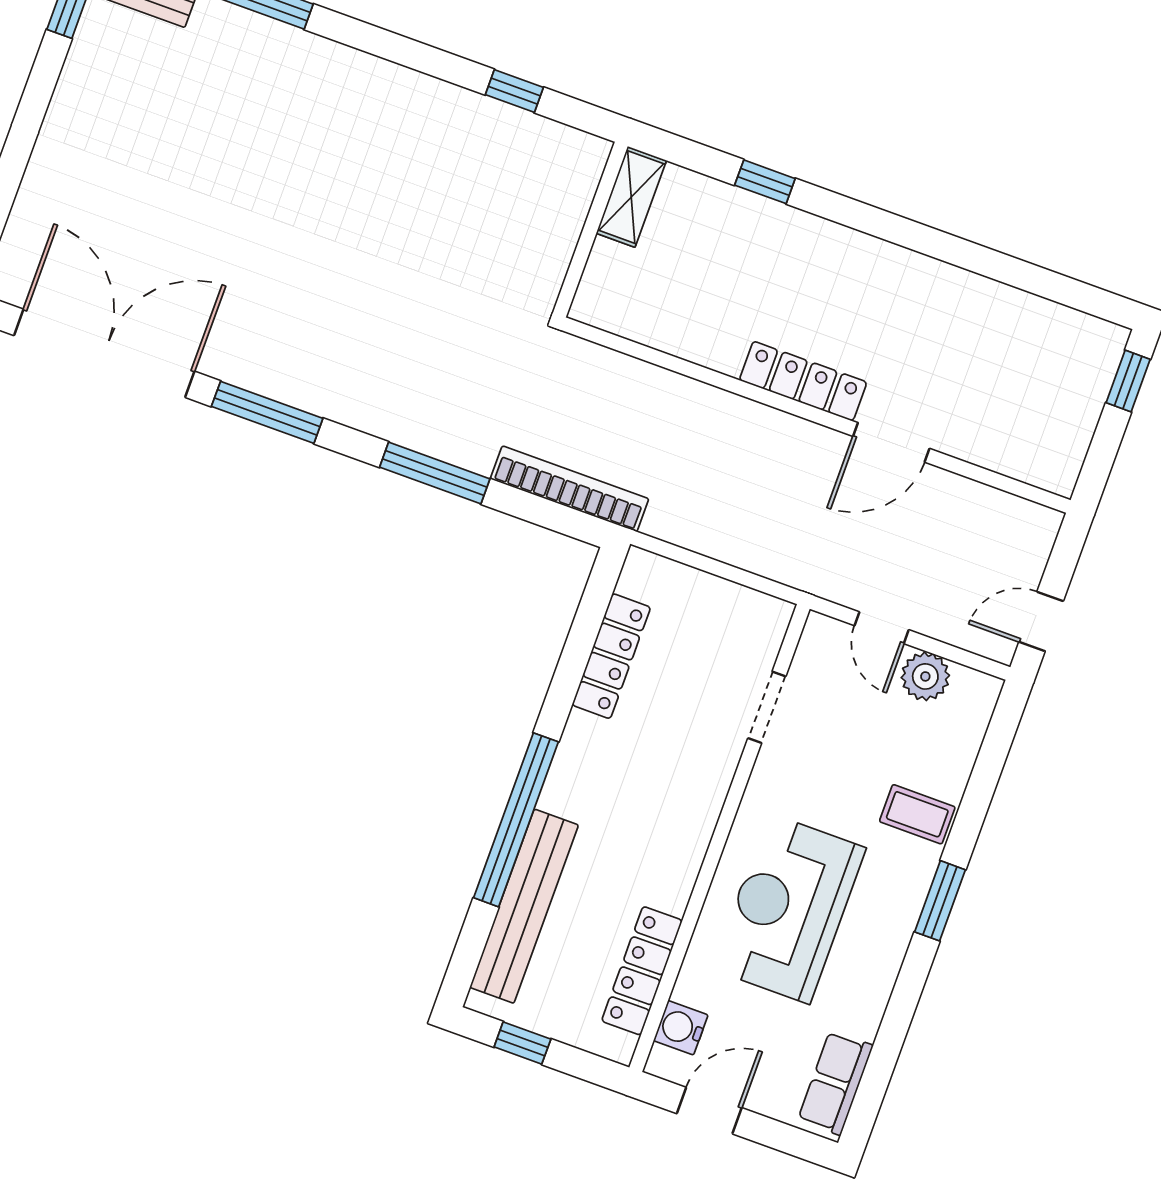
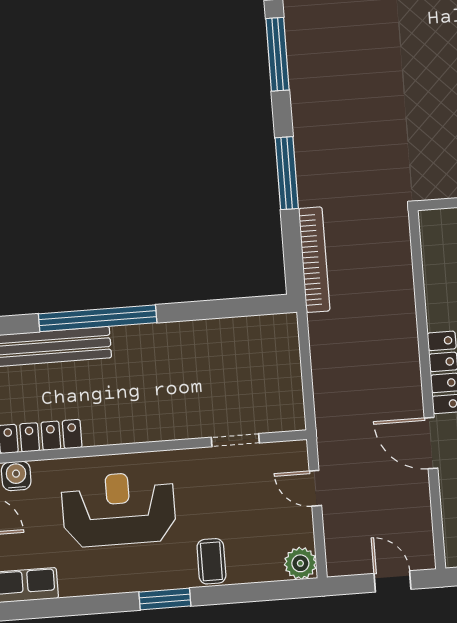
door: (1041, 621) -> (392, 581), moved
door: (882, 628) -> (315, 488), hinge flipped
locker: (611, 656) -> (224, 331), removed
plant: (925, 676) -> (300, 563), moved

